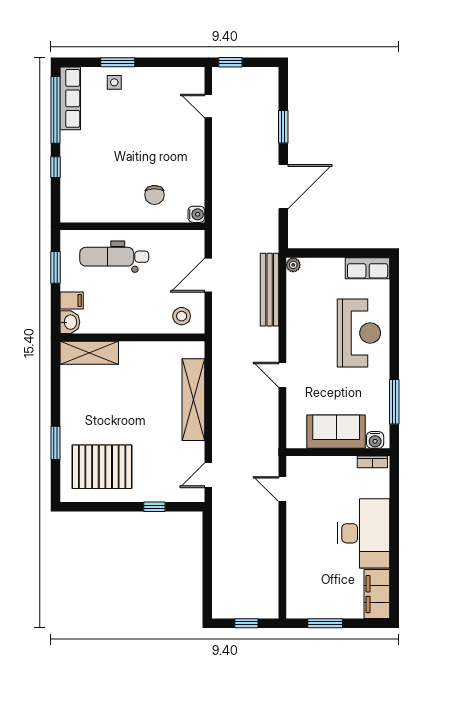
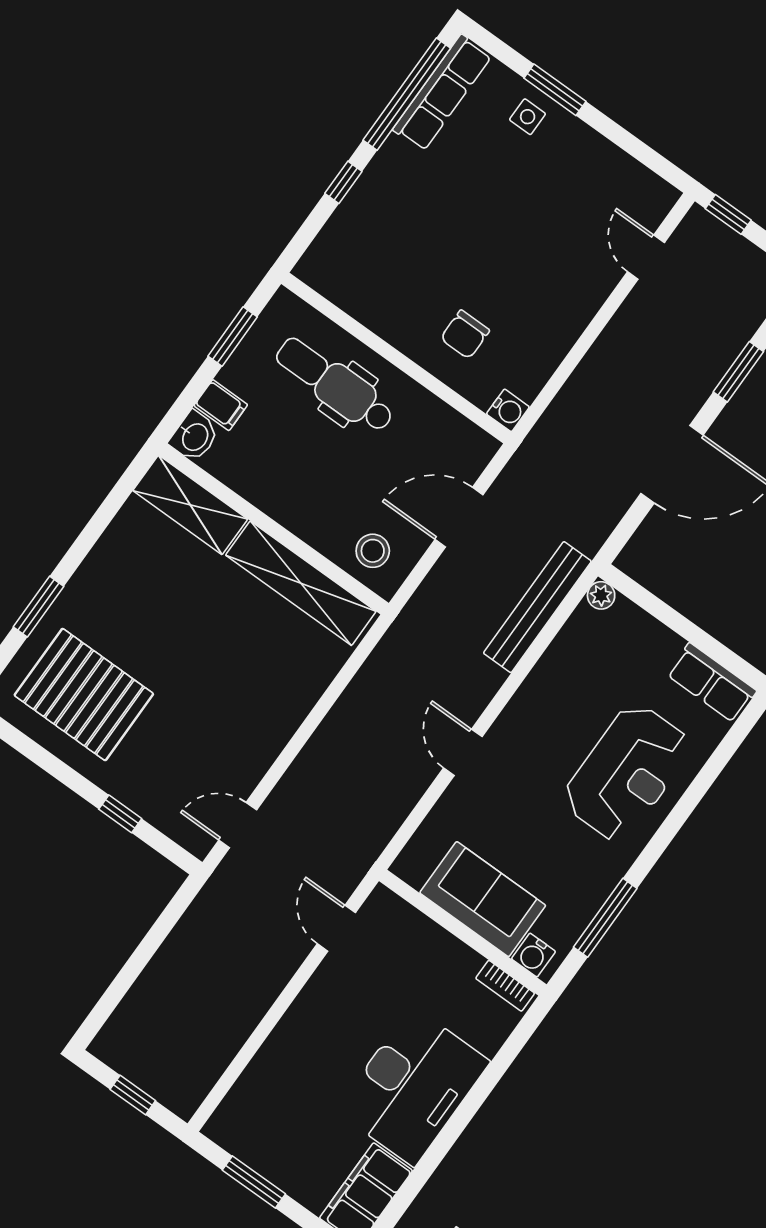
shelving: (193, 400) -> (301, 583), moved, turned 90

